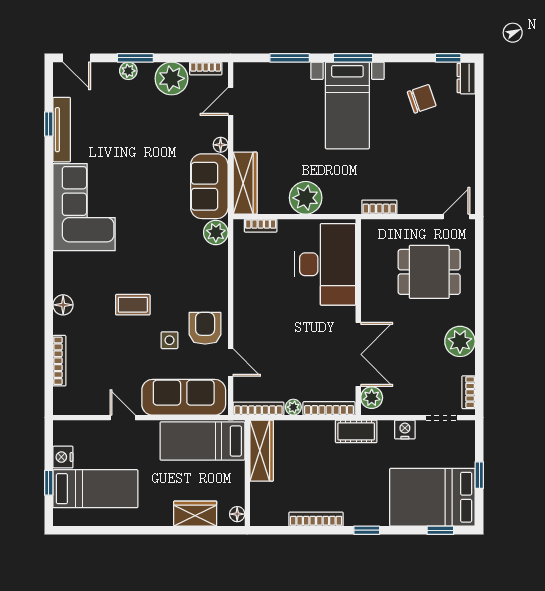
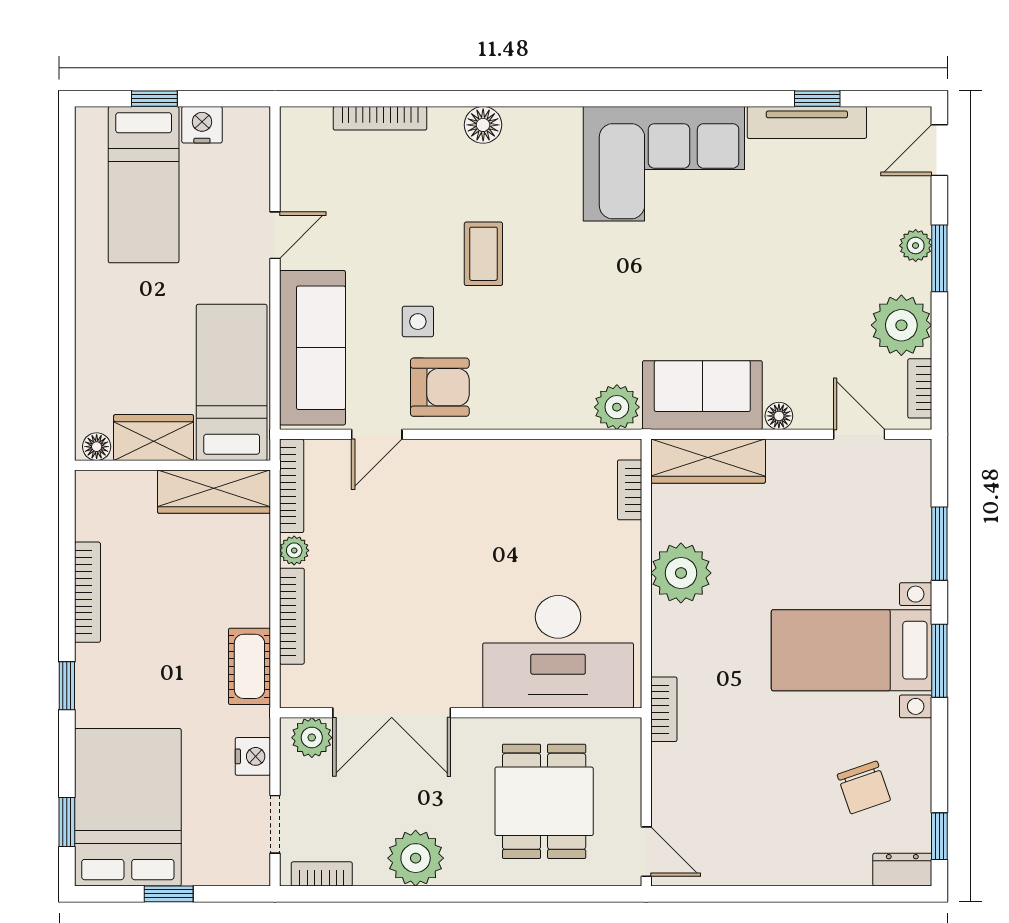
desk: (325, 264) -> (558, 652), moved
wall: (358, 317) -> (461, 713), moved
double door: (358, 354) -> (392, 713), moved
plant: (372, 398) -> (312, 738), moved
wardrobe: (195, 514) -> (154, 438), moved, turned -90

